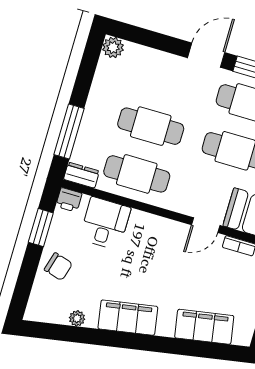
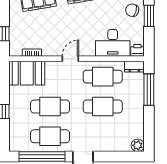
desk: (105, 223) -> (113, 43), width x1.37
door: (206, 225) -> (70, 59), moved
window: (41, 228) -> (149, 16), moved

